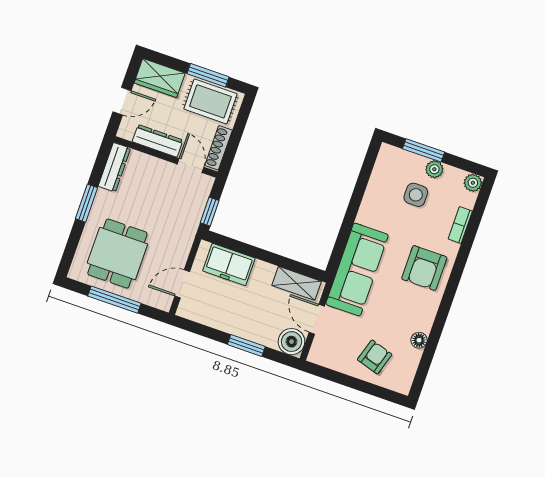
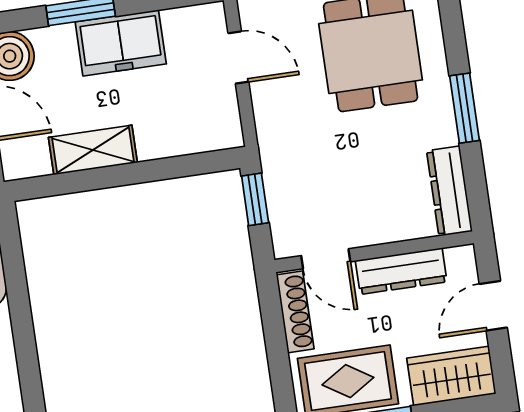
freezer: (229, 265) -> (121, 43), moved, turned 180
shelving: (297, 283) -> (93, 150), moved
door: (182, 284) -> (238, 57), hinge flipped

